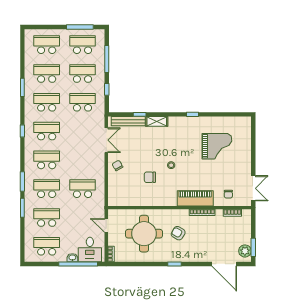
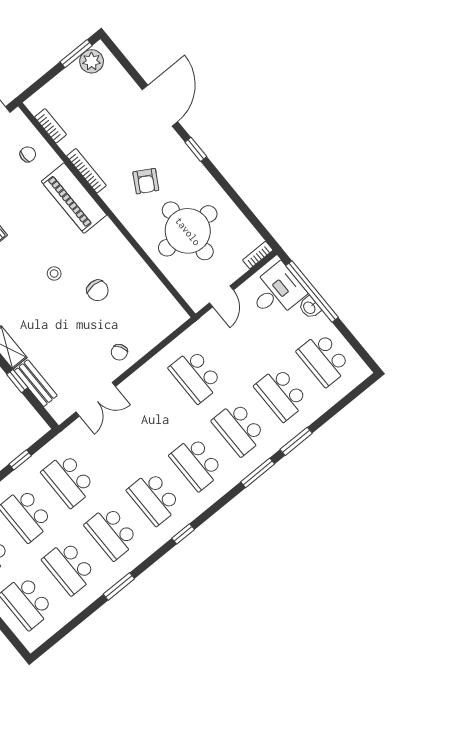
bench: (128, 121) -> (36, 383), width x0.73
double door: (106, 140) -> (96, 399), swing flipped
door: (224, 264) -> (160, 106), moved

